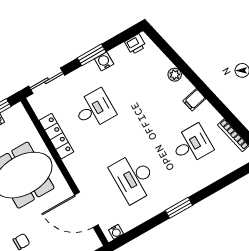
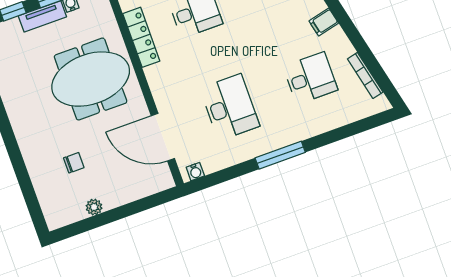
desk: (134, 178) -> (230, 107), turned 180
window: (179, 208) -> (280, 155), width x1.44

